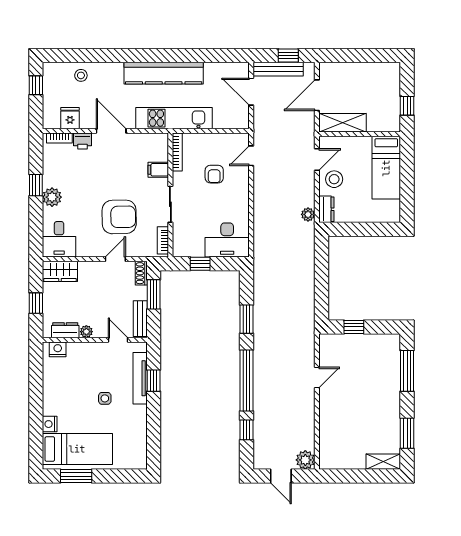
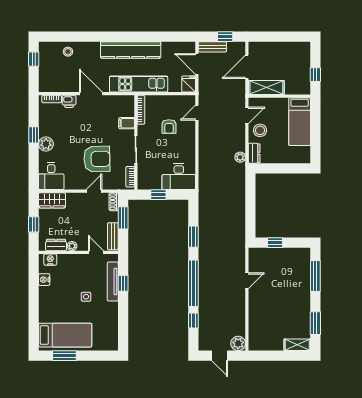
bench: (278, 69) -> (212, 47), width x0.73
fridge: (70, 118) -> (189, 84), moved
nightstand: (50, 424) -> (44, 280), moved

